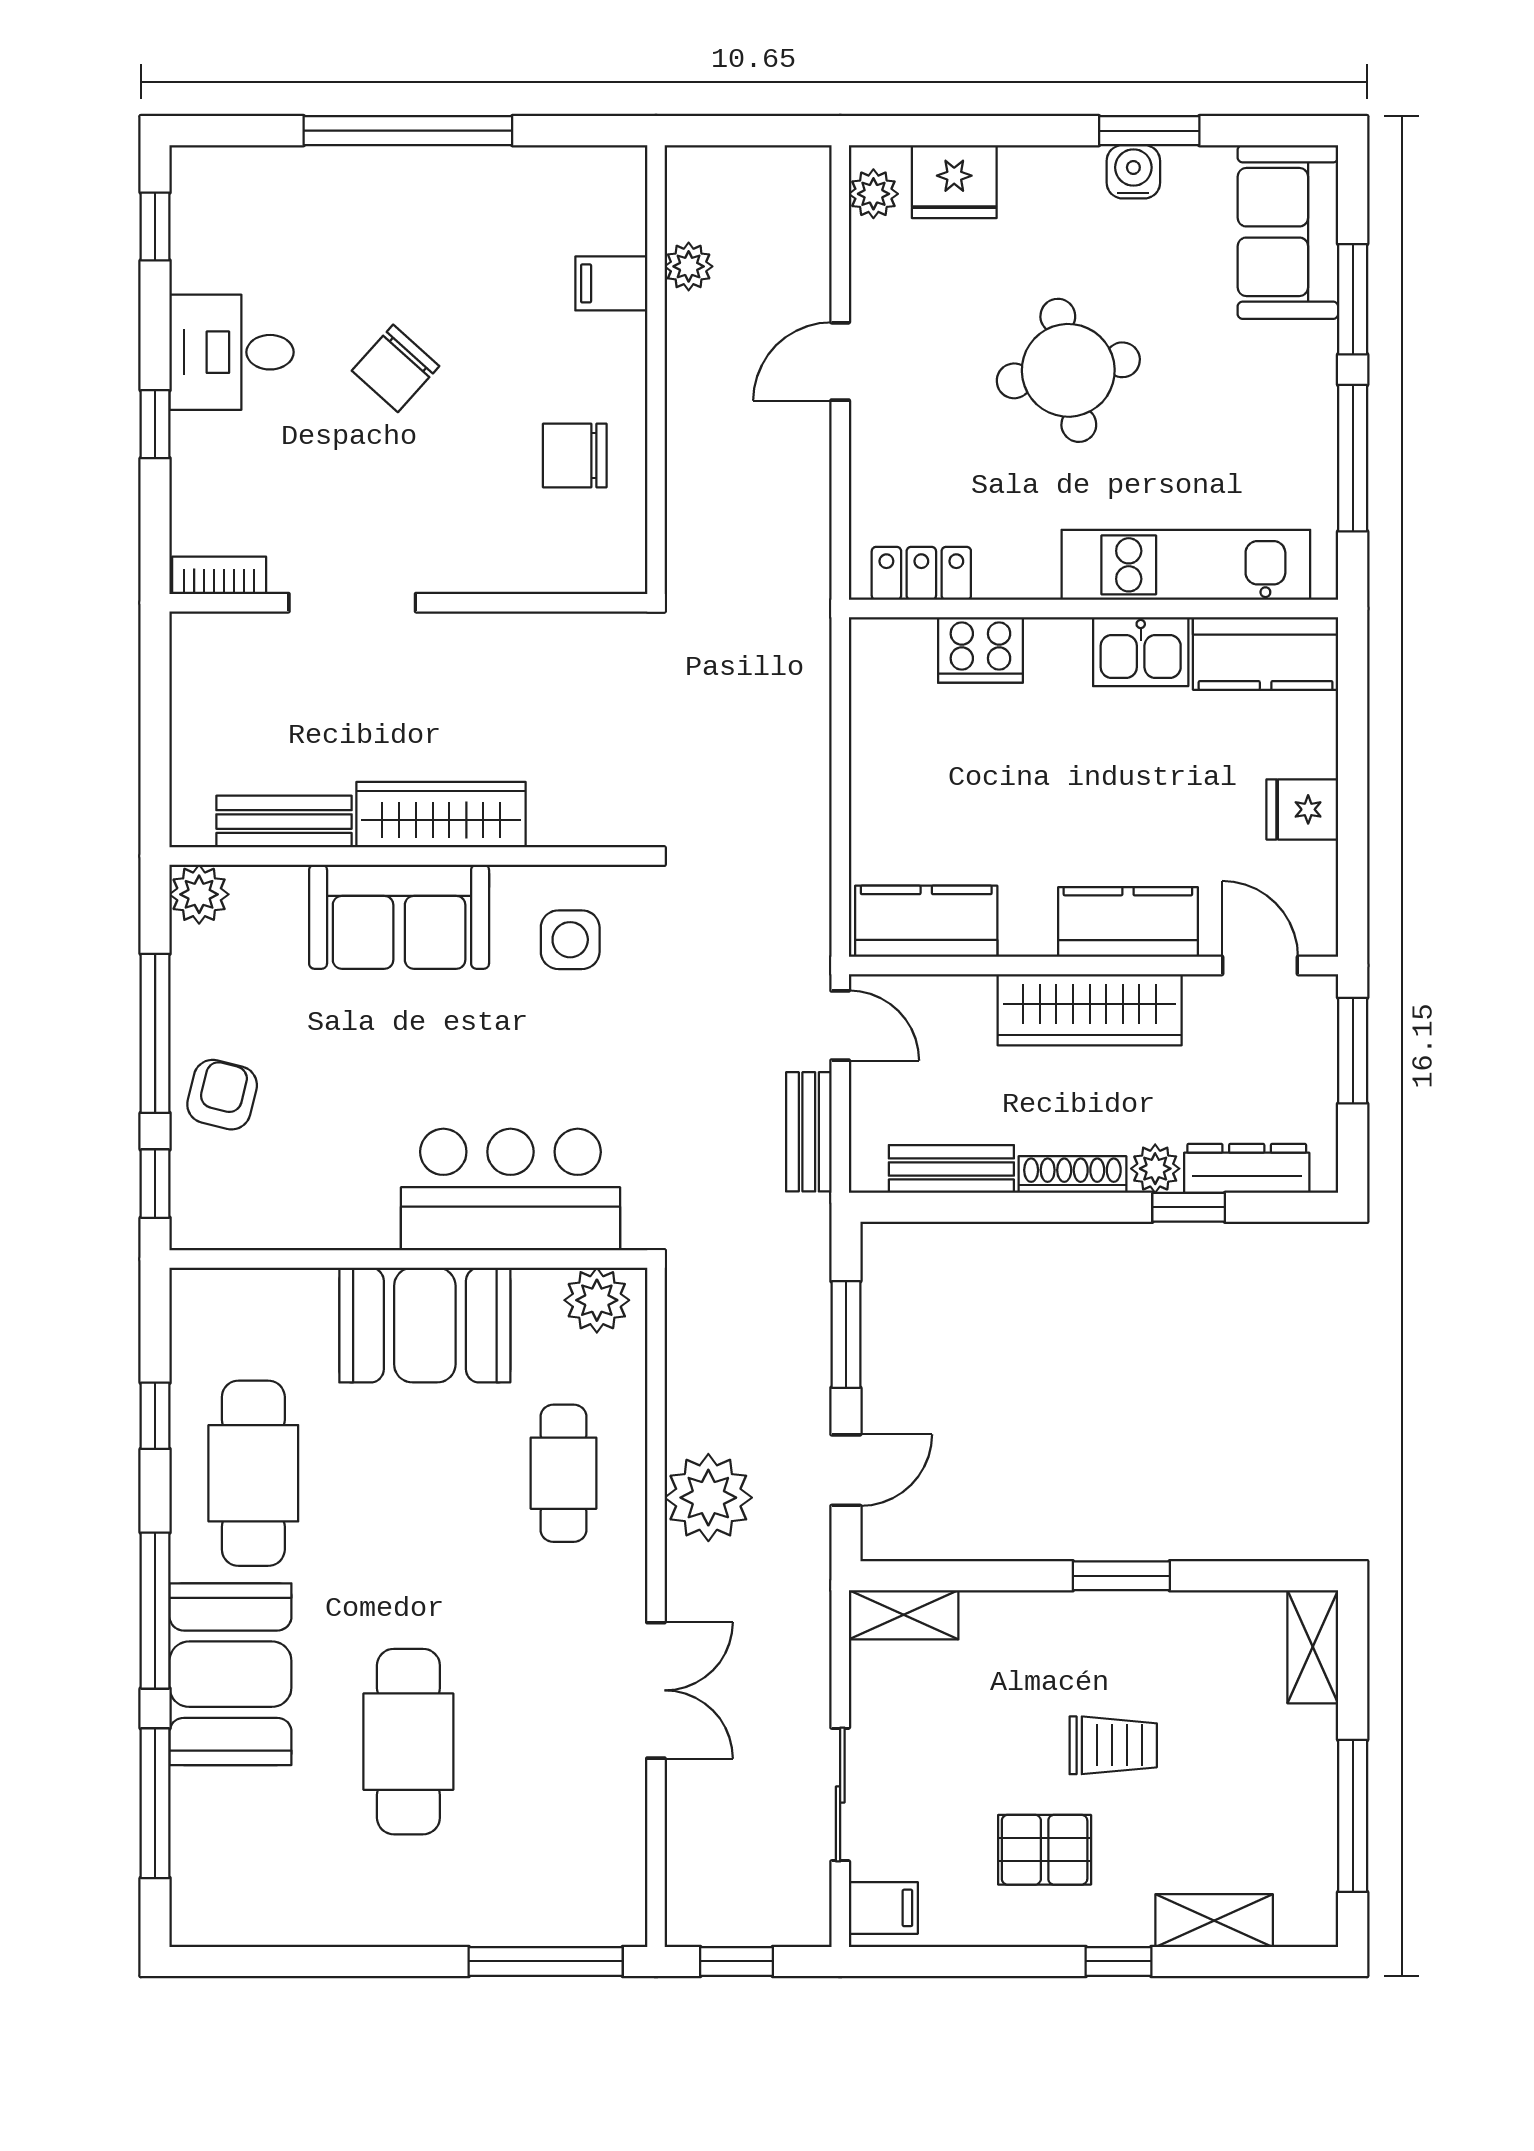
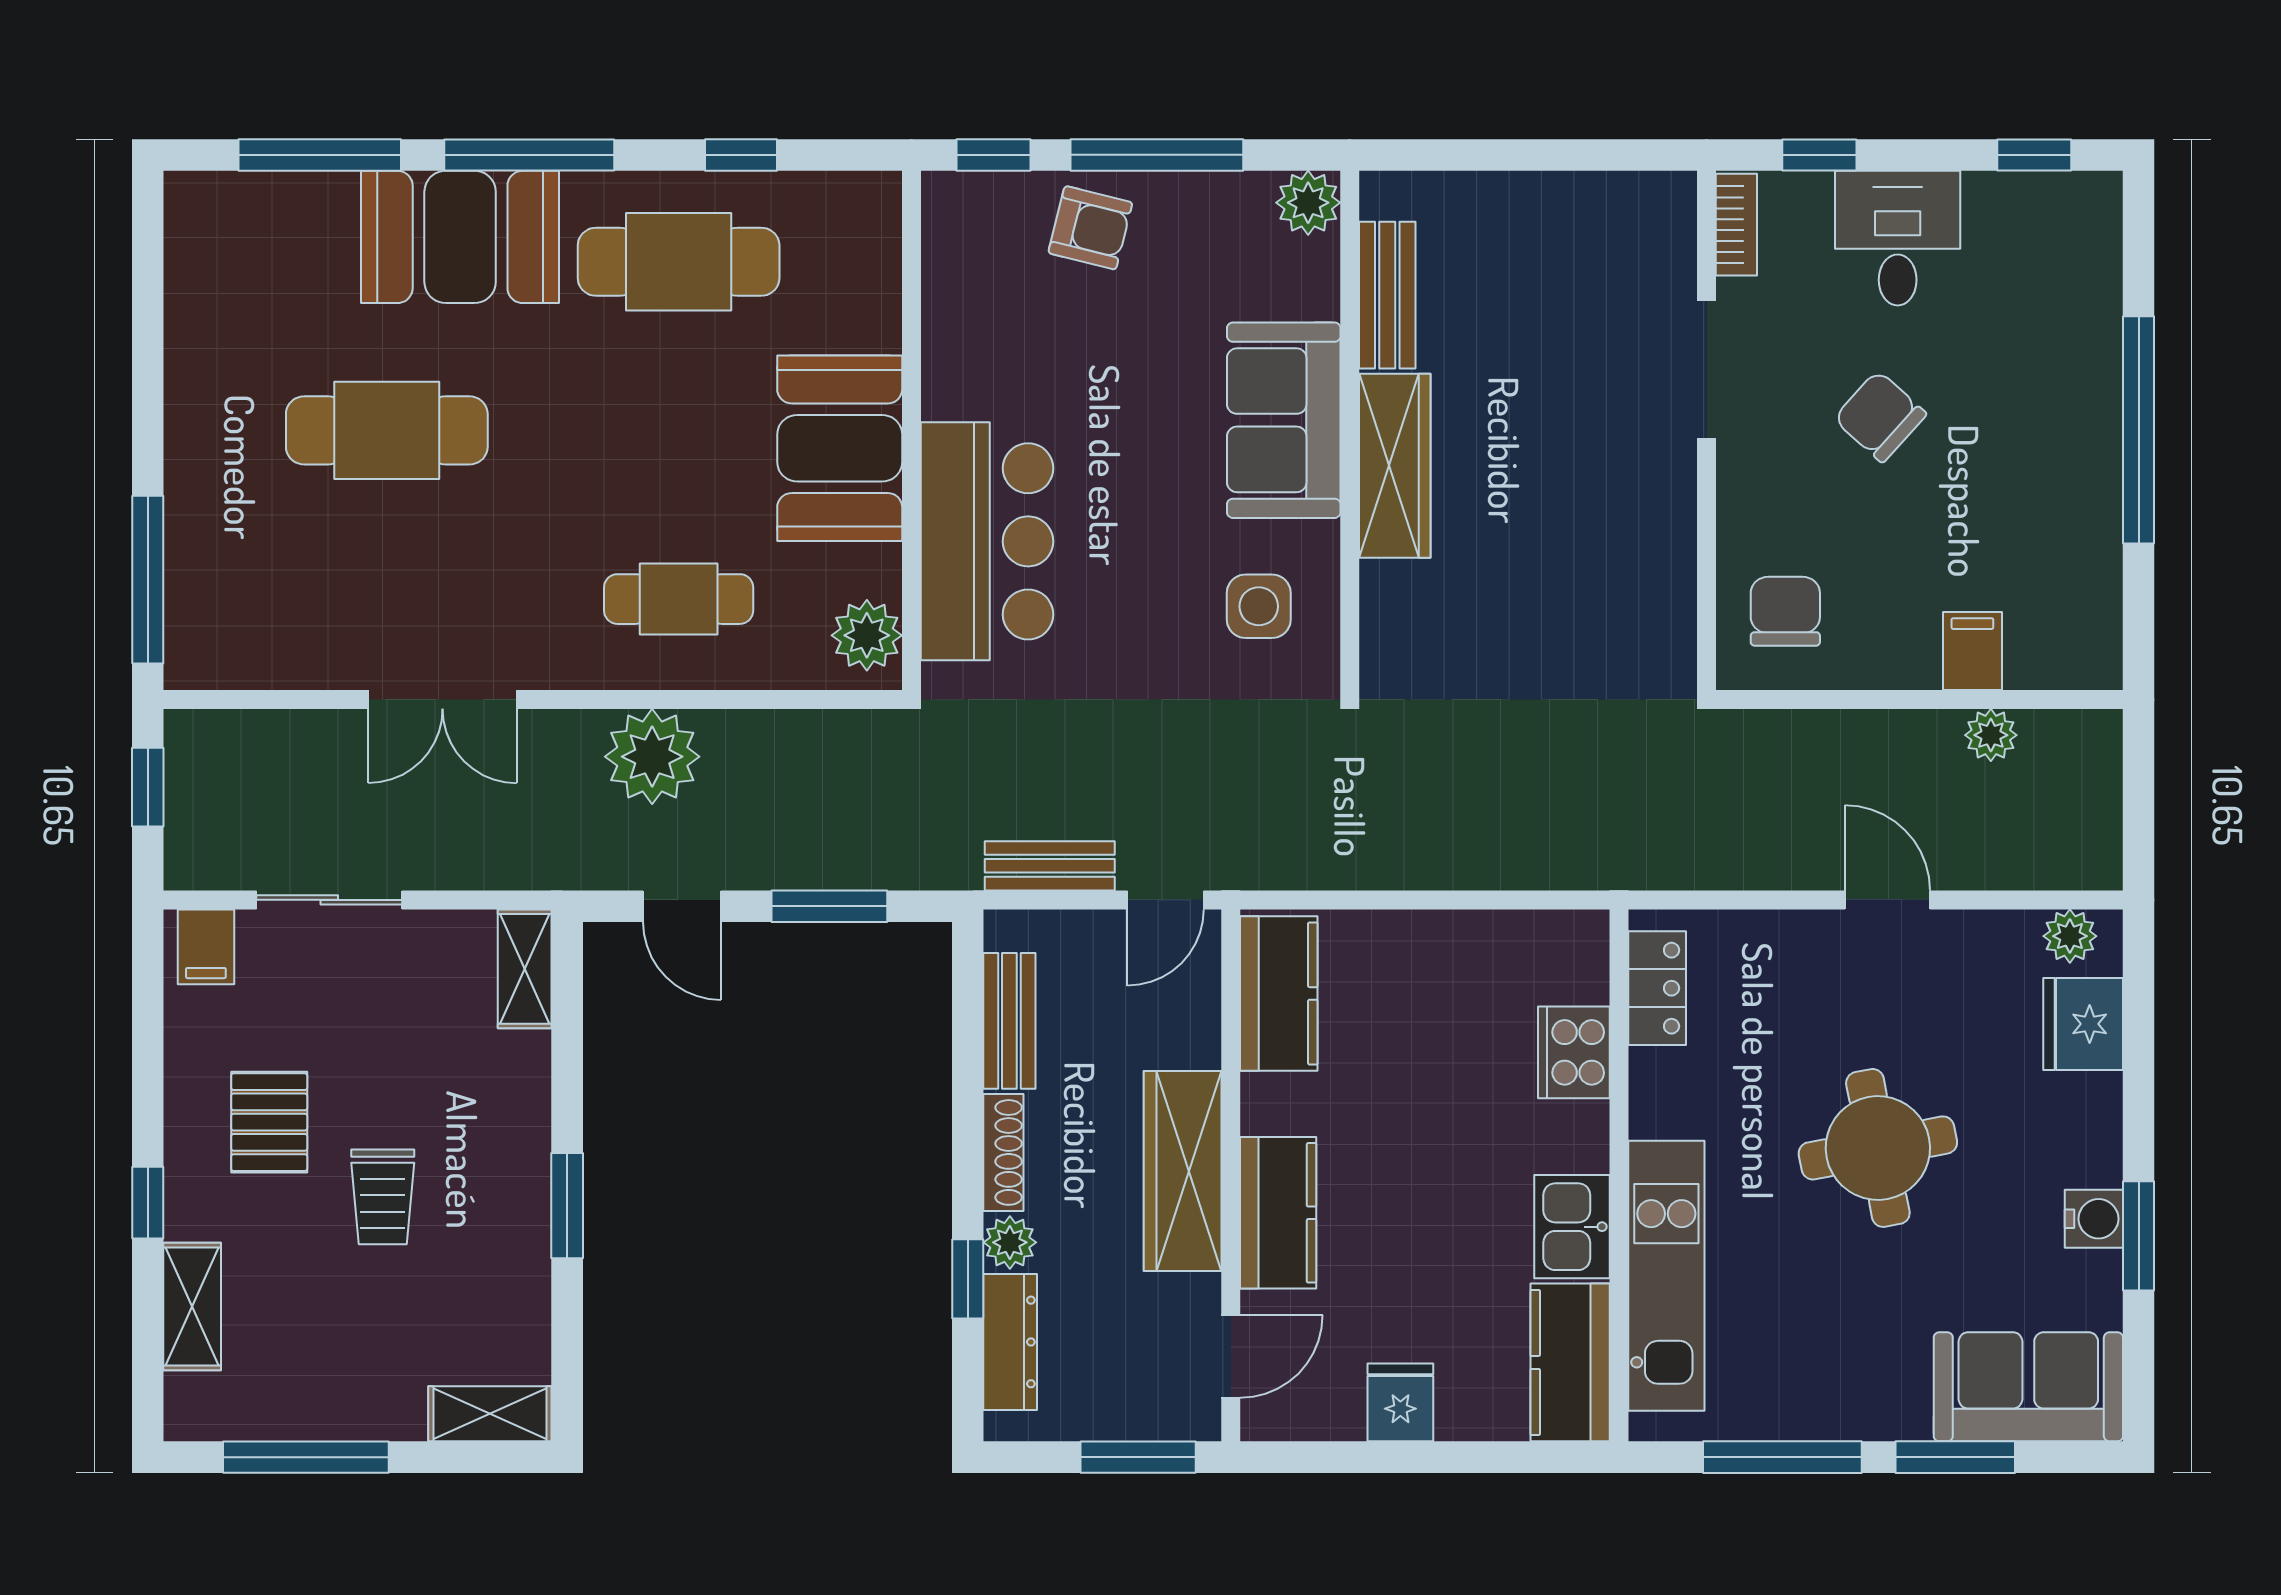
bookcase: (219, 575) -> (1736, 225), moved
doorway: (352, 603) -> (1707, 369), moved
wall: (408, 603) -> (1707, 430), moved

